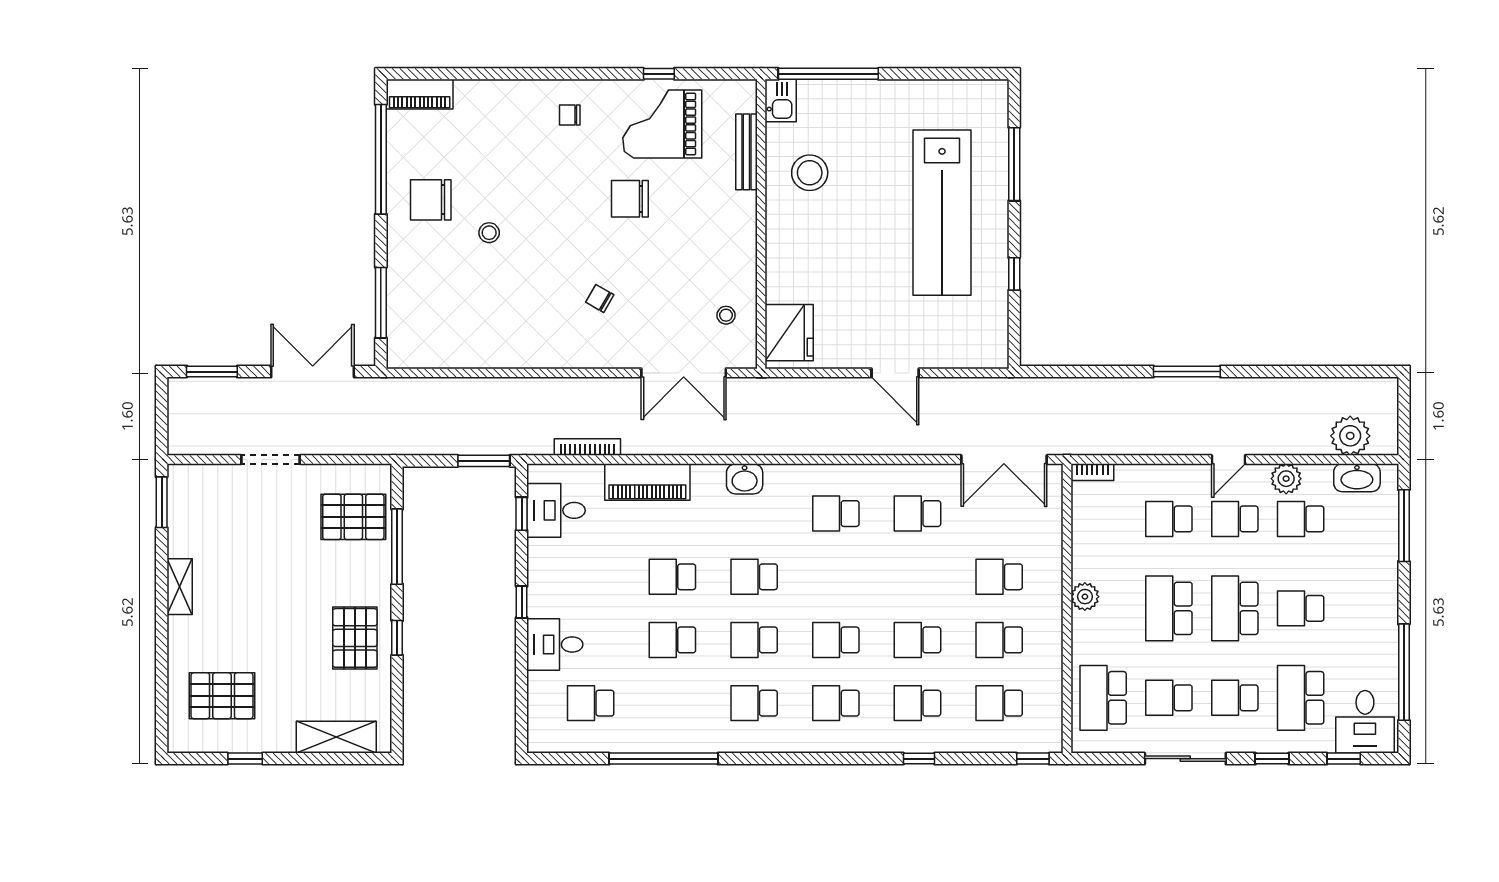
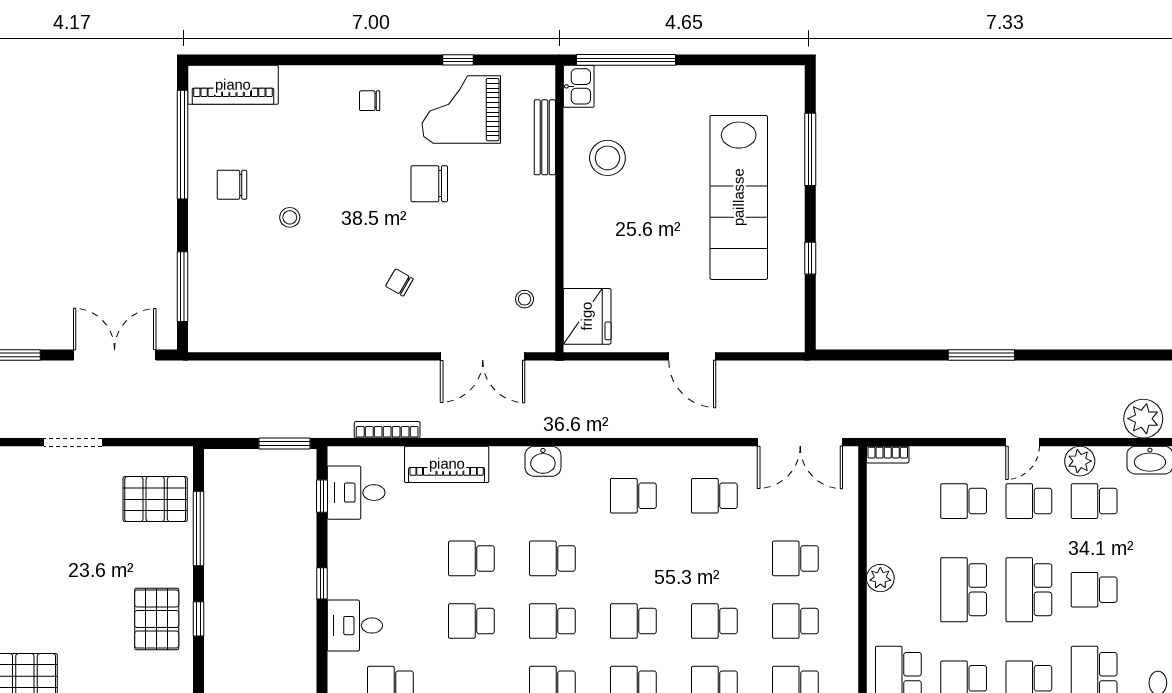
piano: (420, 94) -> (233, 85), width x1.37, depth x1.33
chair: (431, 200) -> (232, 185), width x0.73, depth x0.73

